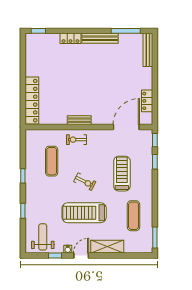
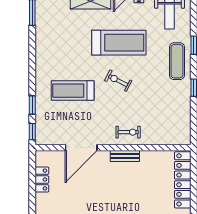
door: (126, 127) -> (81, 148), moved
exercise mat: (52, 161) -> (177, 61), moved
treadmill: (122, 174) -> (73, 91), turned 90
exercise mat: (134, 216) -> (58, 39), removed

